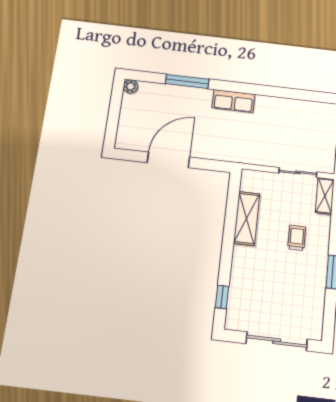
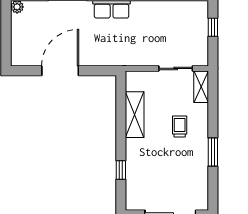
window: (222, 297) -> (121, 170), moved

